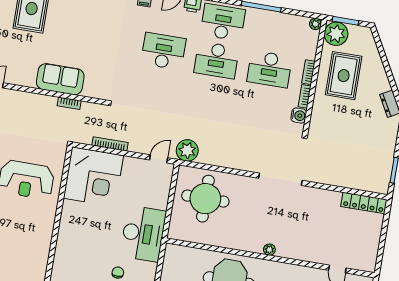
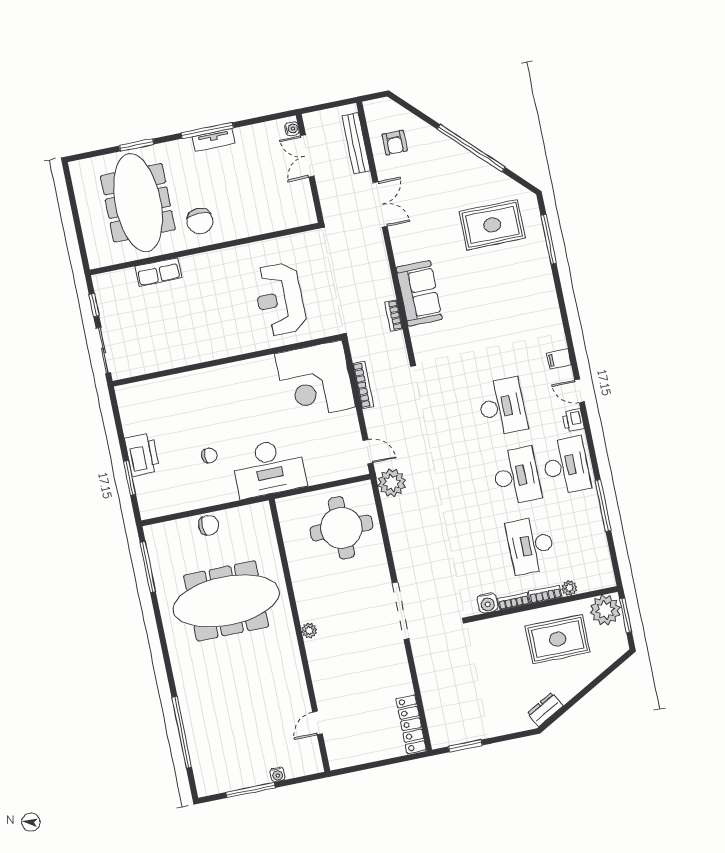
plant: (315, 24) -> (569, 588), moved
desk: (216, 60) -> (516, 476), turned 180

